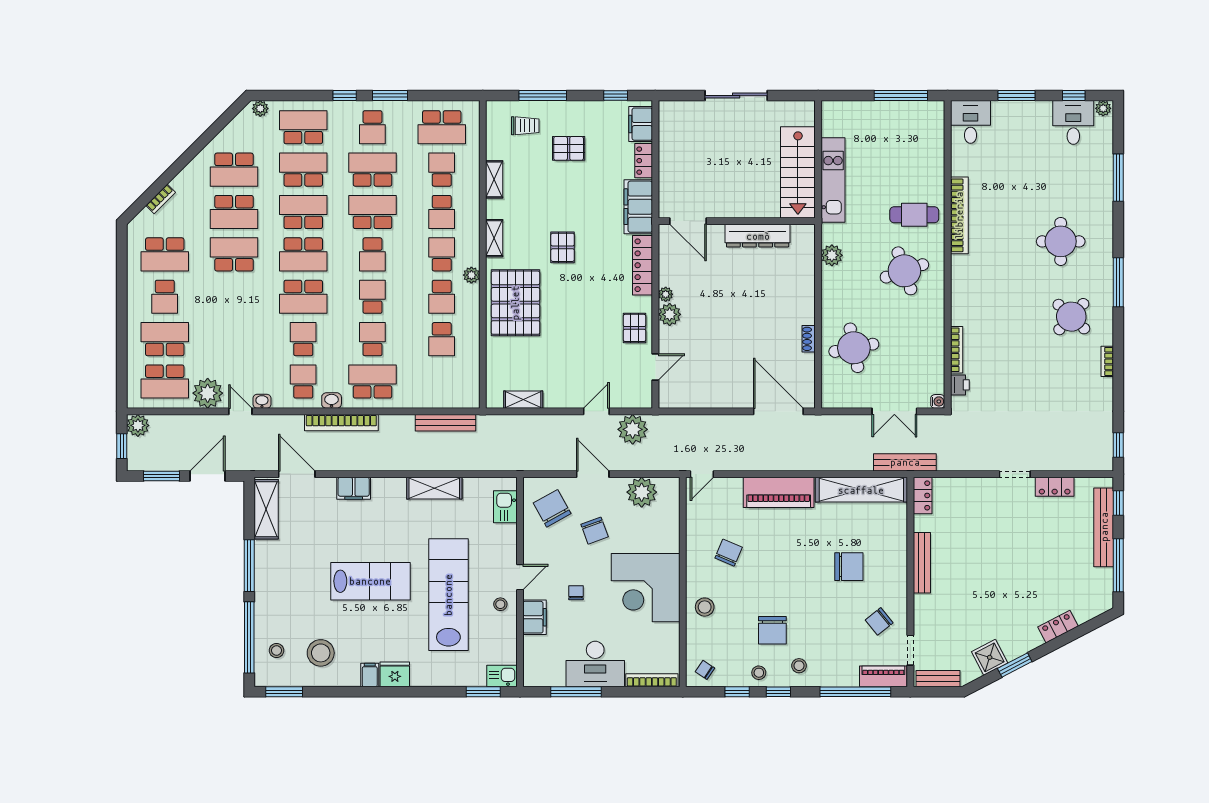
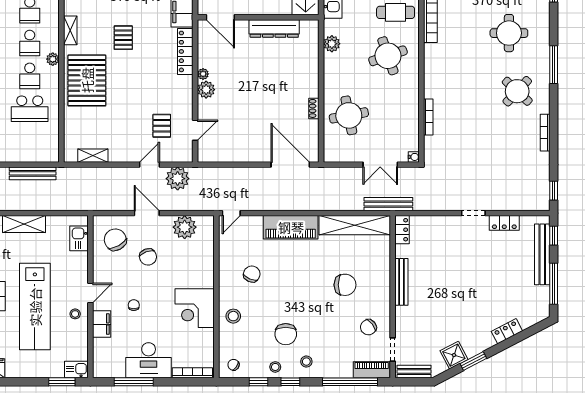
school desk: (442, 254) -> (30, 43), turned 180
pallet: (634, 328) -> (162, 126), moved
school desk: (442, 339) -> (30, 109), width x1.85
bookcase: (1107, 361) -> (545, 133), width x1.56
printer: (960, 385) -> (431, 144), removed
corner desk: (646, 588) -> (195, 308), width x0.74, depth x0.74
lab bench: (448, 595) -> (35, 307), turned 180

